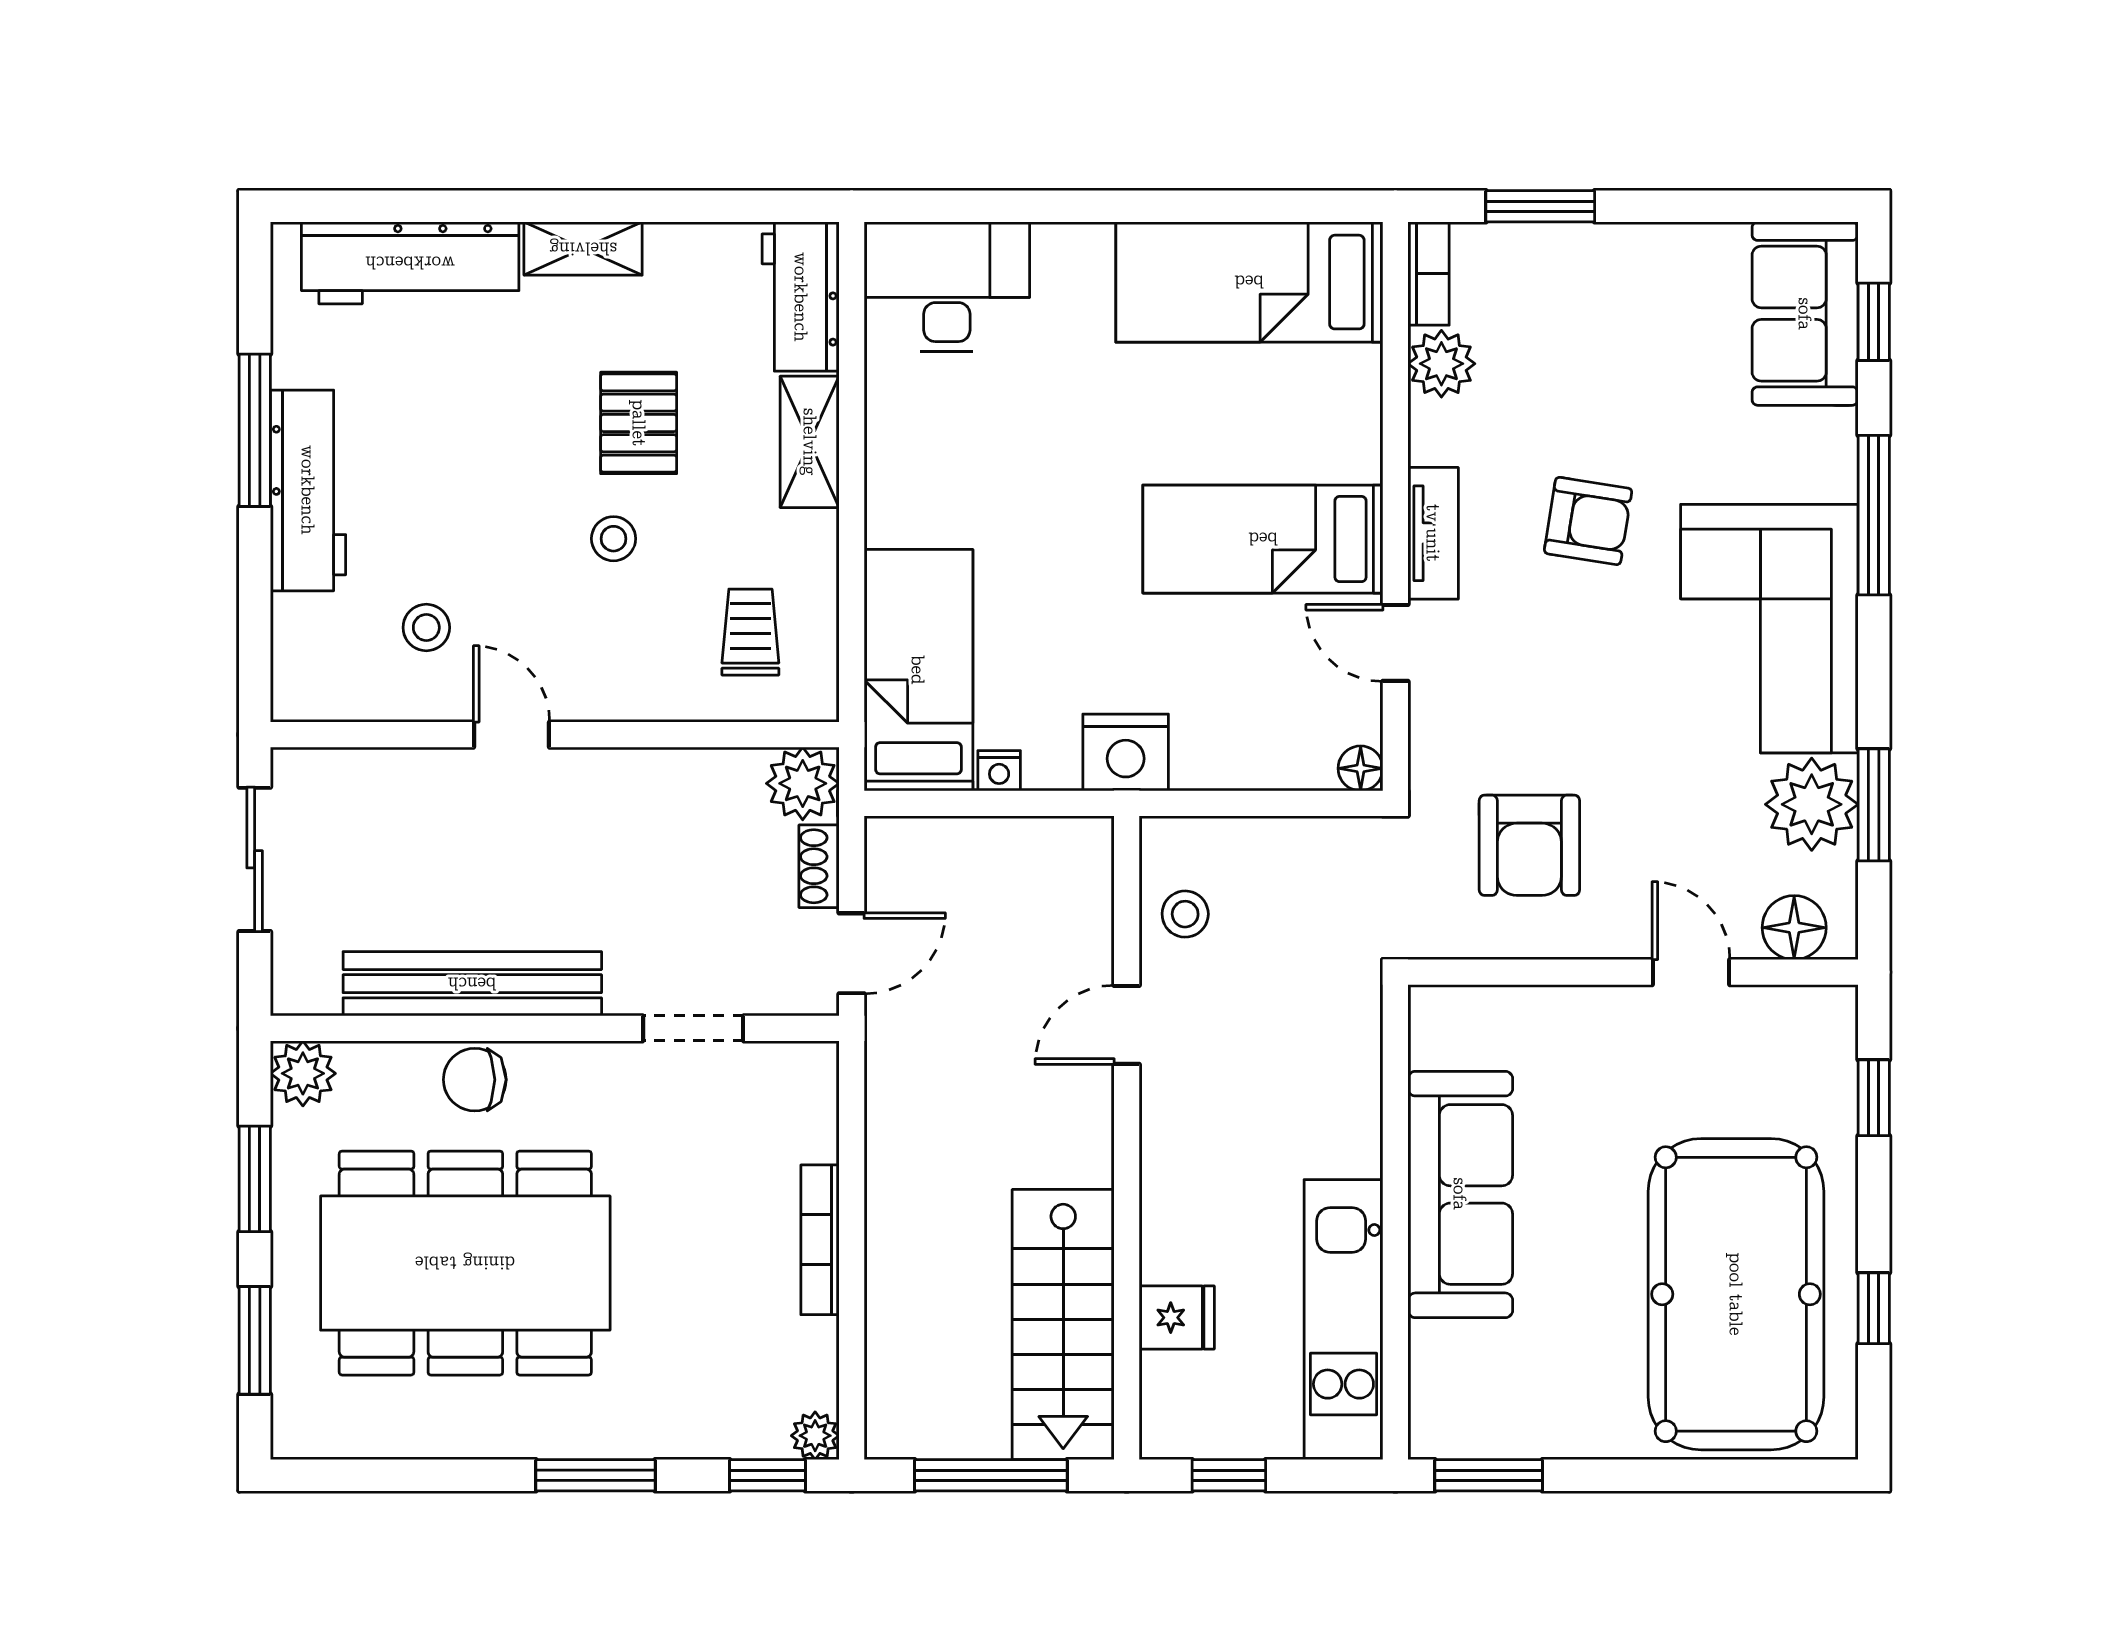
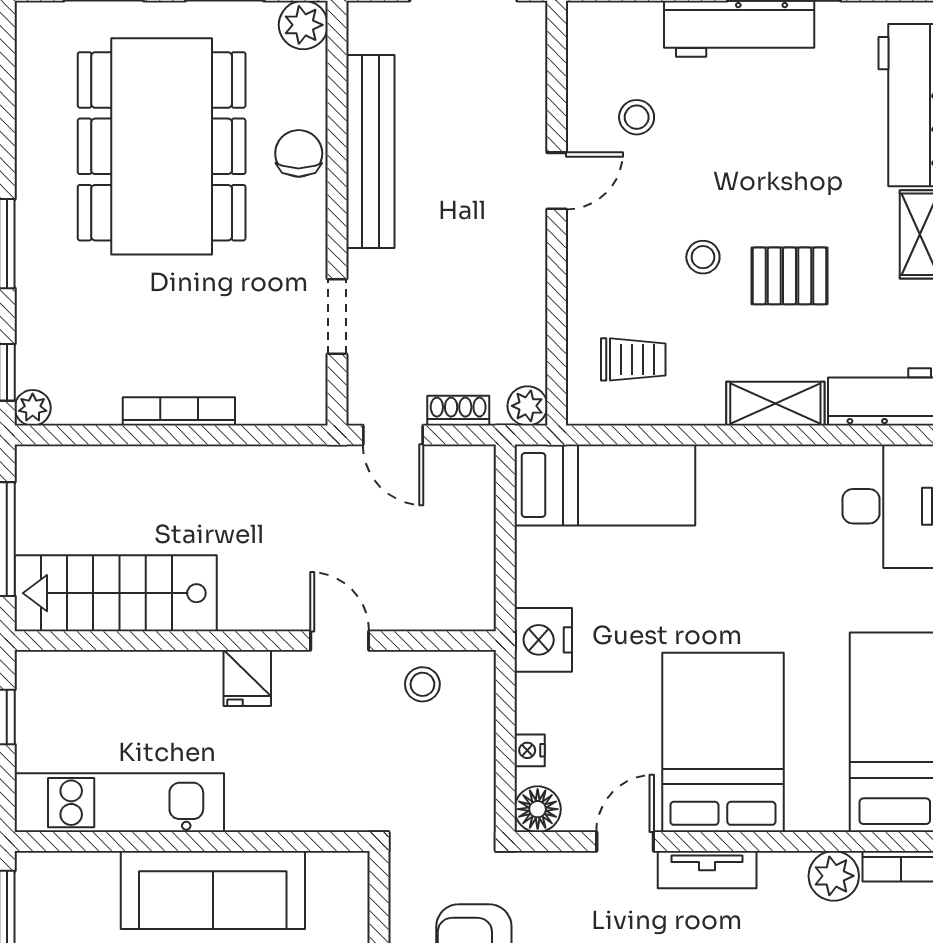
bed: (1263, 539) -> (723, 742), width x1.50
floor lamp: (1361, 768) -> (538, 809), width x1.37, depth x1.37
nightstand: (999, 771) -> (530, 750), moved
plant: (803, 783) -> (527, 406), width x0.73, depth x0.73
fridge: (1177, 1318) -> (247, 678), moved

